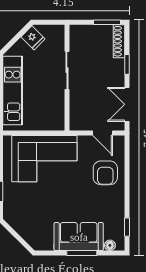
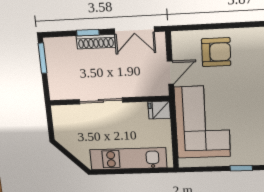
fridge: (33, 38) -> (159, 110), moved, turned -135
shoe rack: (119, 41) -> (96, 42), moved
door: (103, 133) -> (170, 73), moved

